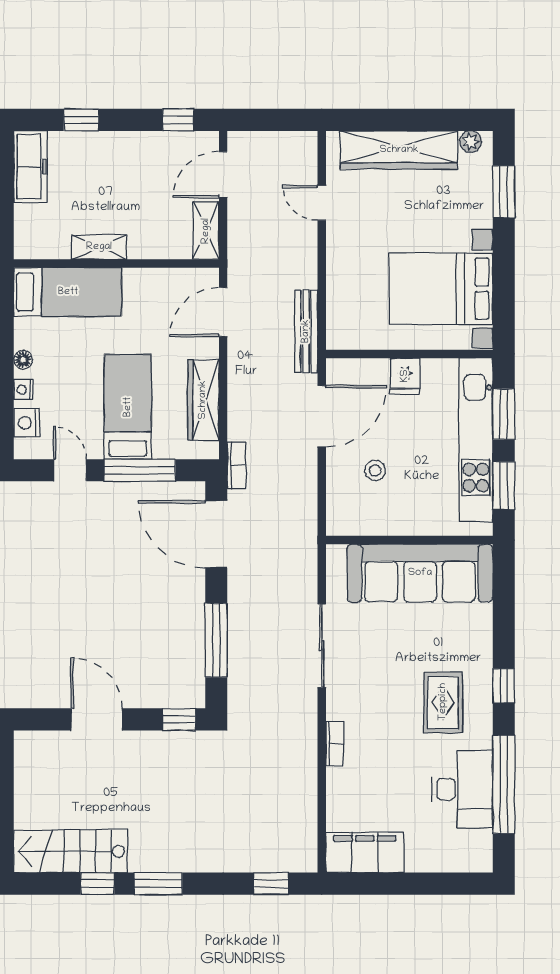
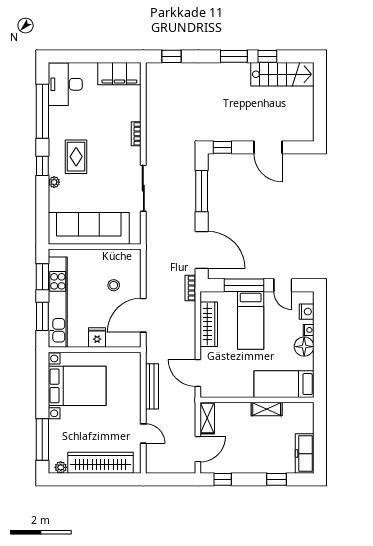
window: (504, 192) -> (42, 439), width x1.44
door: (223, 312) -> (198, 373), swing flipped
bench: (306, 331) -> (152, 386), moved
floor lamp: (23, 360) -> (304, 347), width x1.89, depth x1.89
plant: (482, 657) -> (54, 182), added
desk: (462, 789) -> (65, 84), moved

